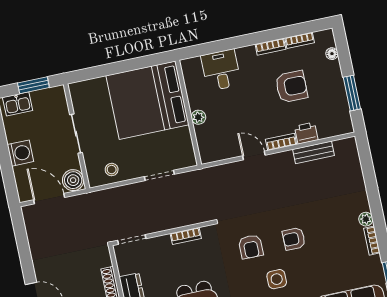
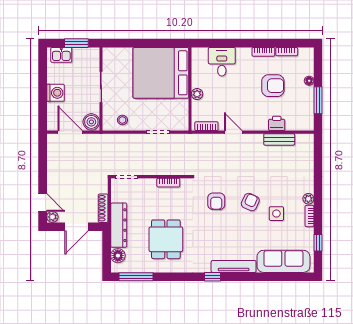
floor lamp: (332, 54) -> (309, 81), moved
bookcase: (281, 142) -> (206, 126), moved
armchair: (294, 239) -> (250, 202), turned 115
side table: (277, 279) -> (276, 214), moved

